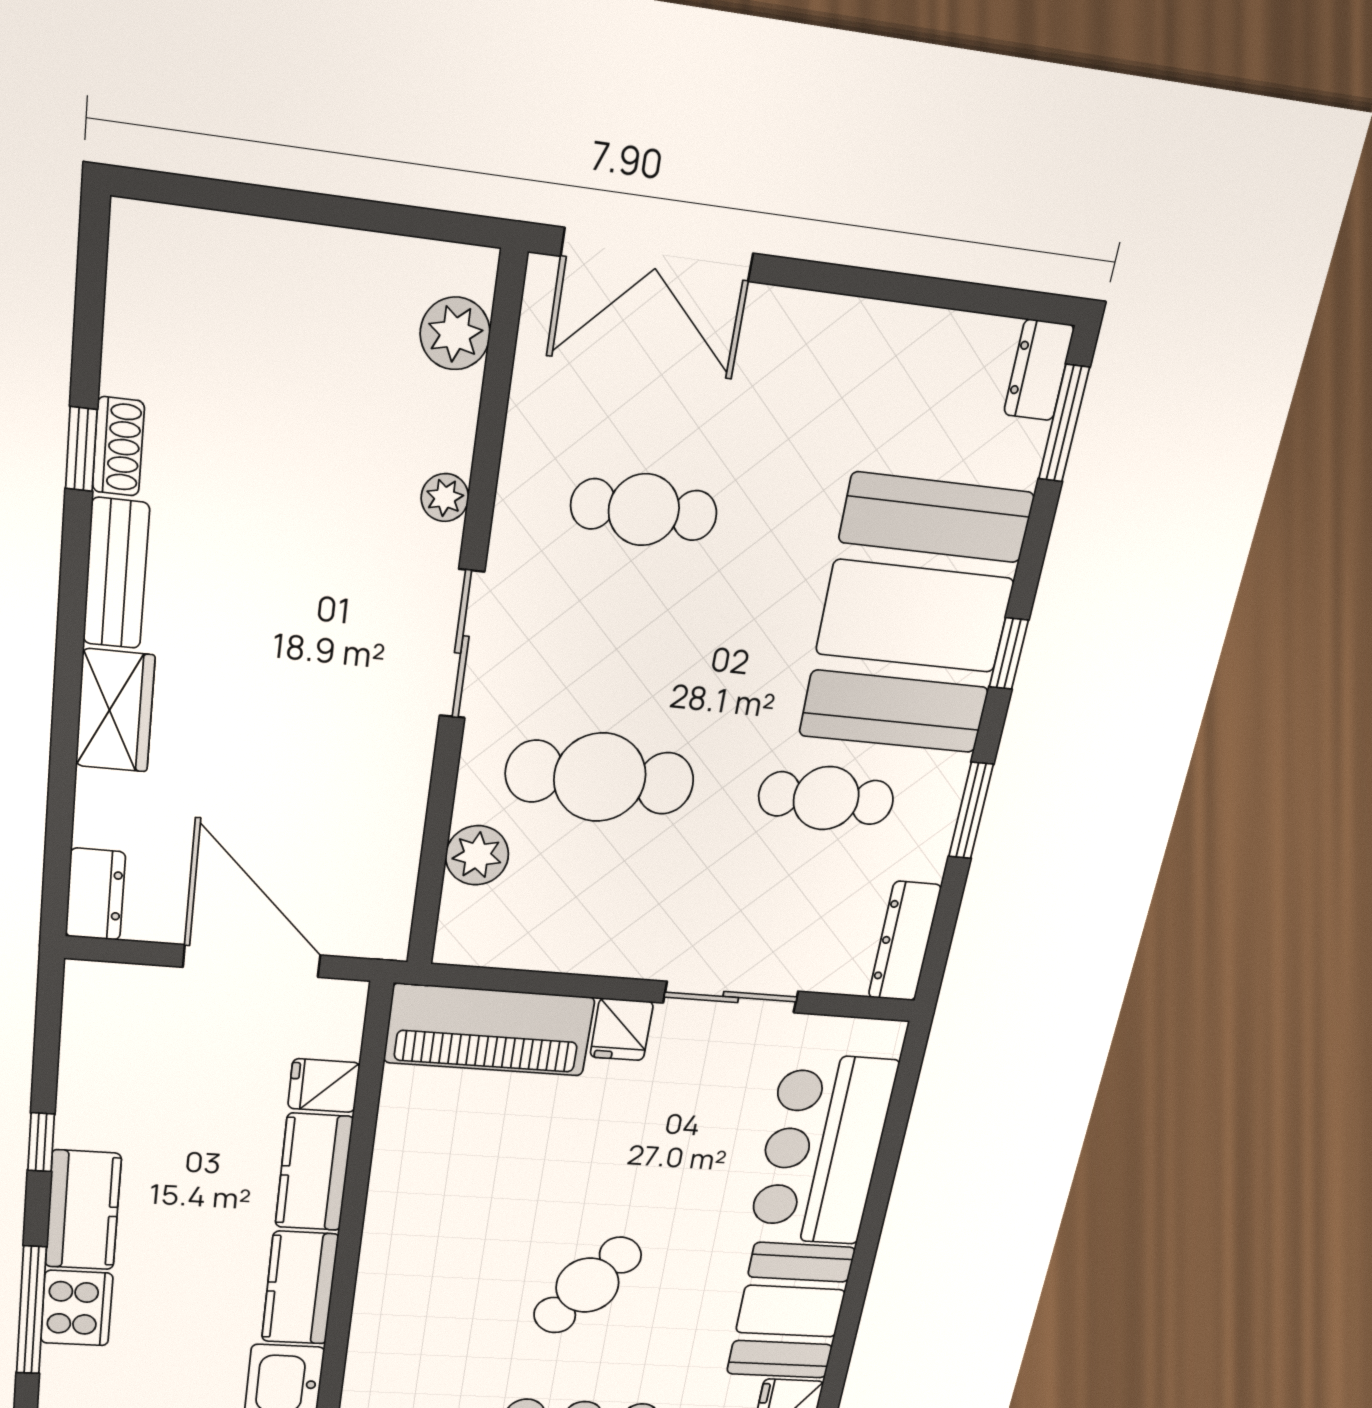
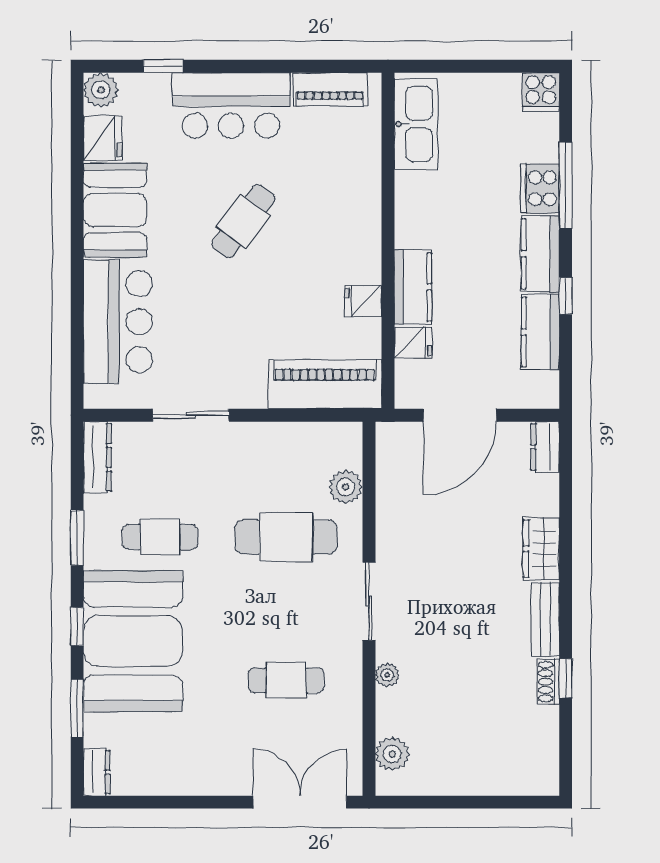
window: (1064, 423) -> (77, 708), moved
door: (252, 961) -> (460, 415), hinge flipped
fridge: (622, 1029) -> (363, 301), moved, turned -90
kitchen counter: (300, 1288) -> (540, 332), moved, turned 180

